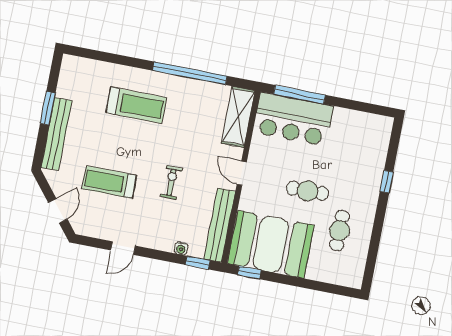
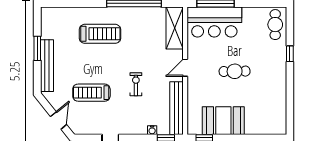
door: (242, 173) -> (185, 68), hinge flipped
cafe table: (339, 231) -> (275, 25), moved
booth: (271, 244) -> (223, 121), width x0.73, depth x0.70

